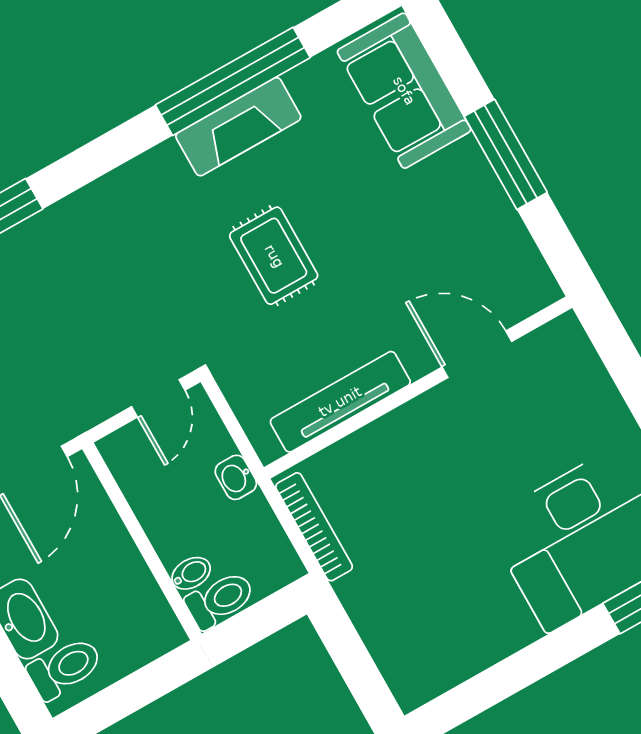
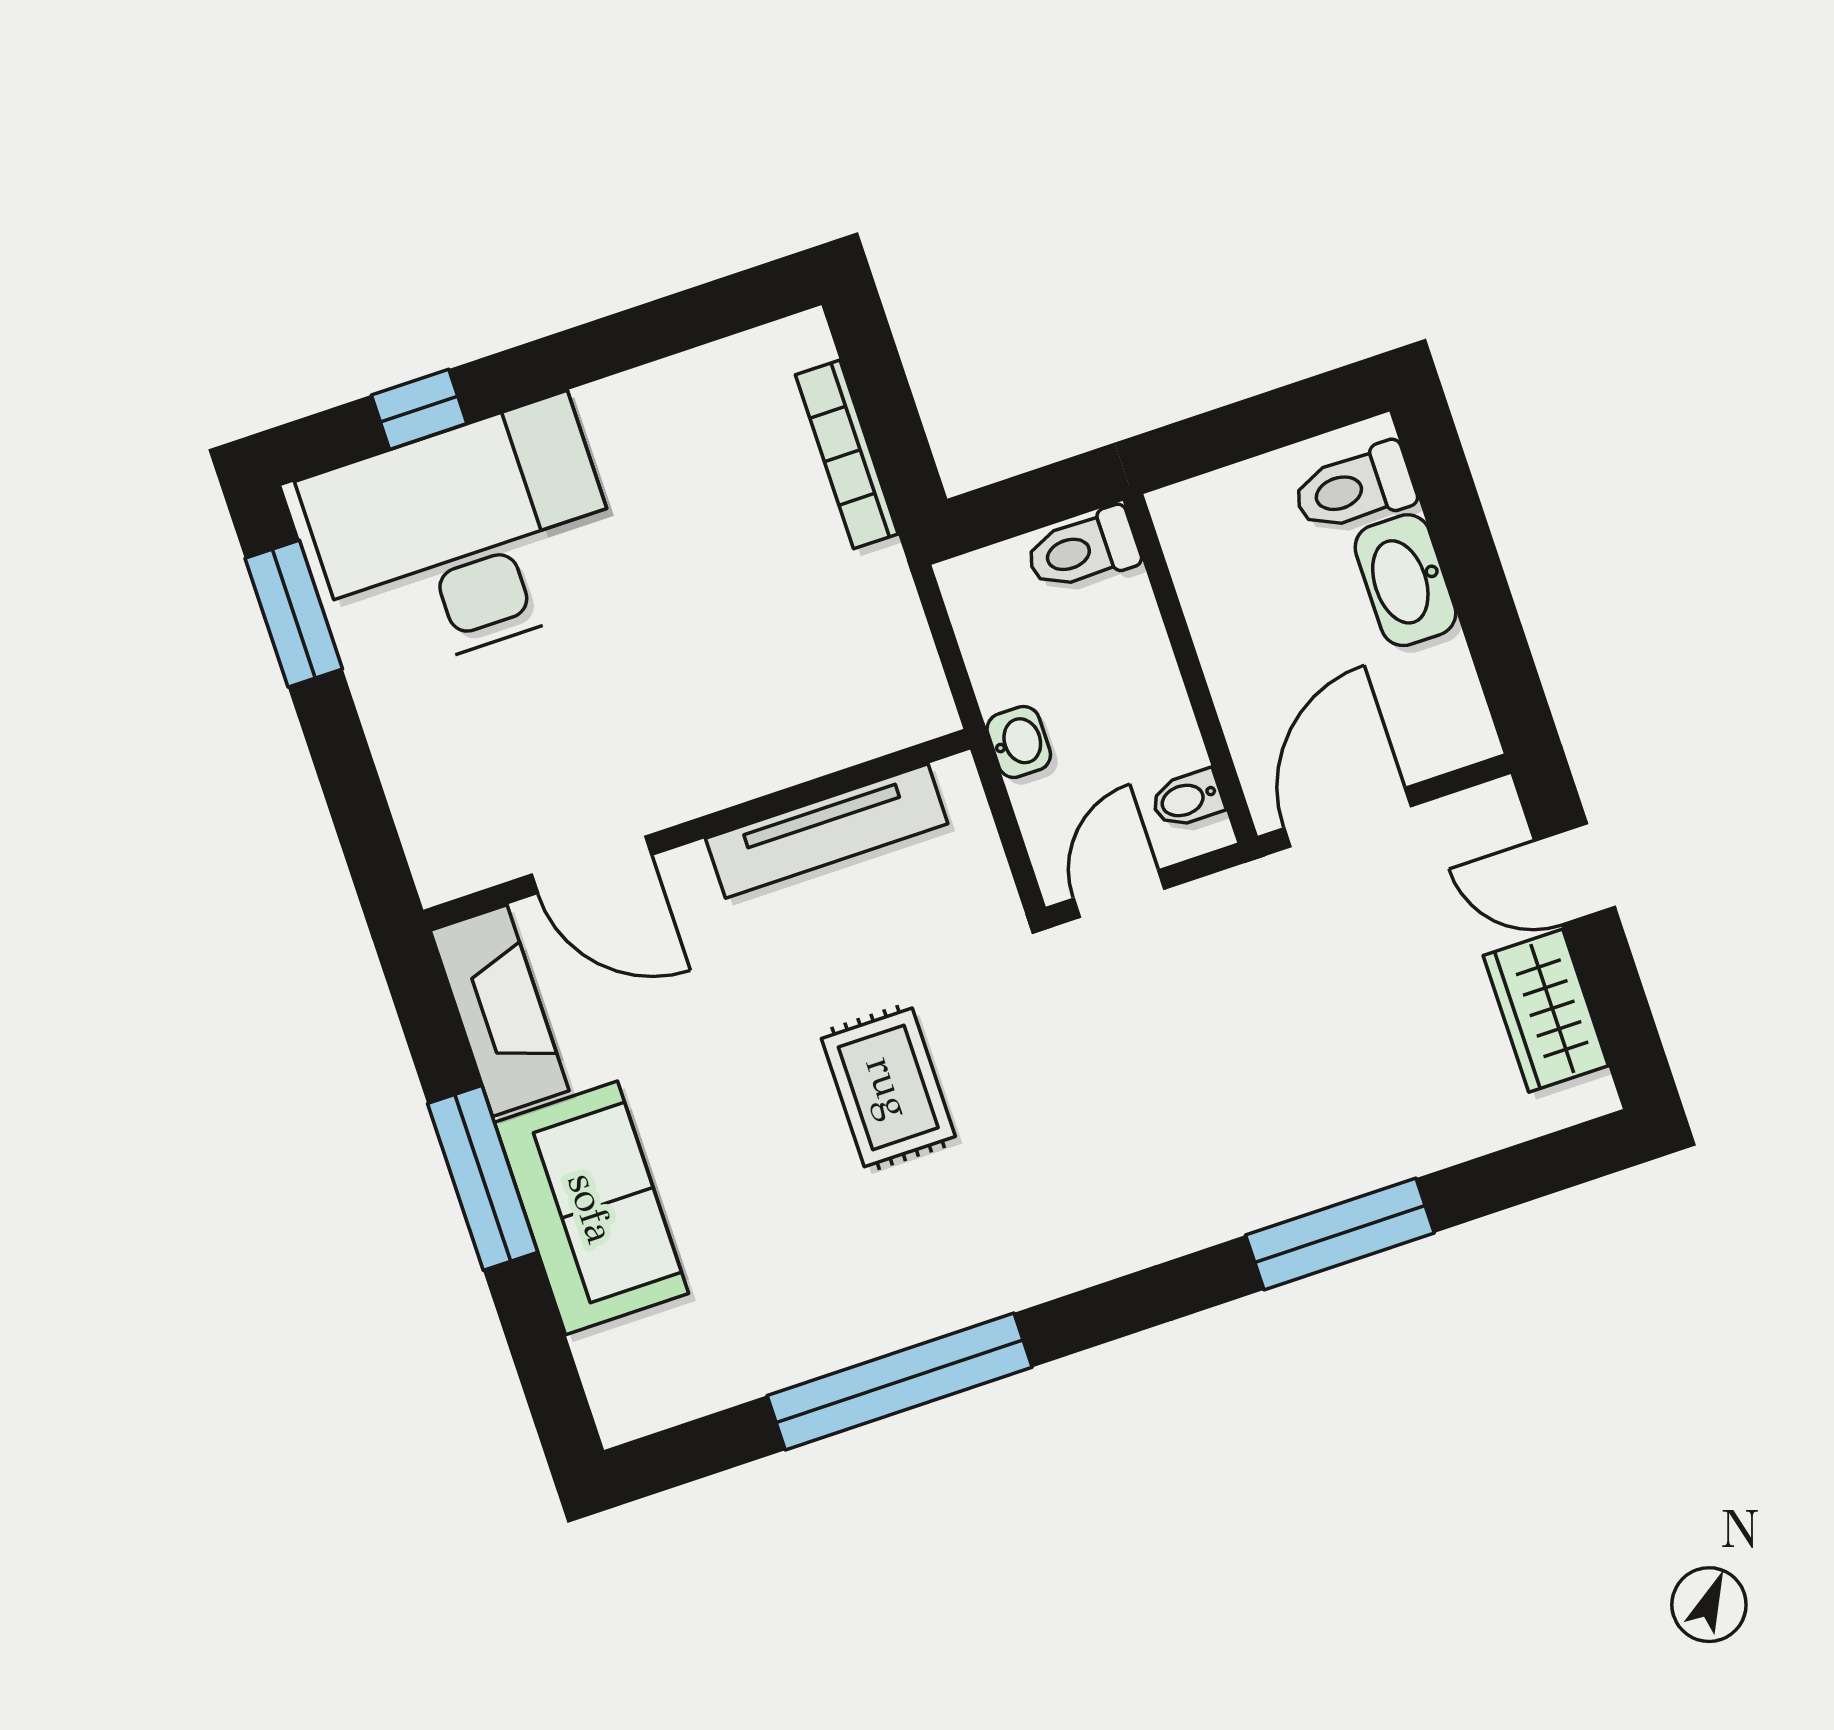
sofa: (404, 91) -> (591, 1208), moved
fireplace: (238, 127) -> (500, 1011), moved, turned 90
bookcase: (314, 527) -> (847, 454), moved
bidet: (191, 573) -> (1187, 799), moved

